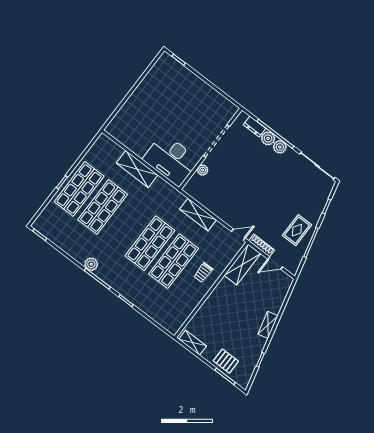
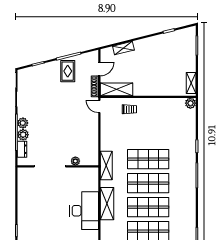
desk: (171, 160) -> (84, 211), moved
shelving: (198, 215) -> (106, 166), moved
rug: (297, 230) -> (68, 71), turned 90
shop shelf: (174, 261) -> (148, 183), moved
door: (275, 263) -> (99, 69), hinge flipped
plant: (91, 264) -> (190, 103), moved
trolley: (203, 273) -> (129, 109), moved
shelving: (268, 325) -> (123, 48), moved
pallet: (226, 361) -> (187, 53), removed

